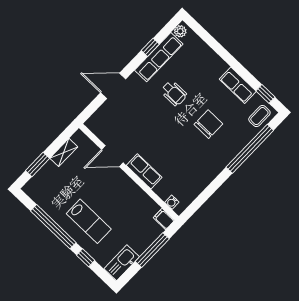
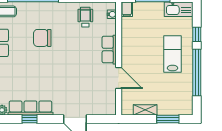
wheelchair: (174, 93) -> (85, 17), moved

